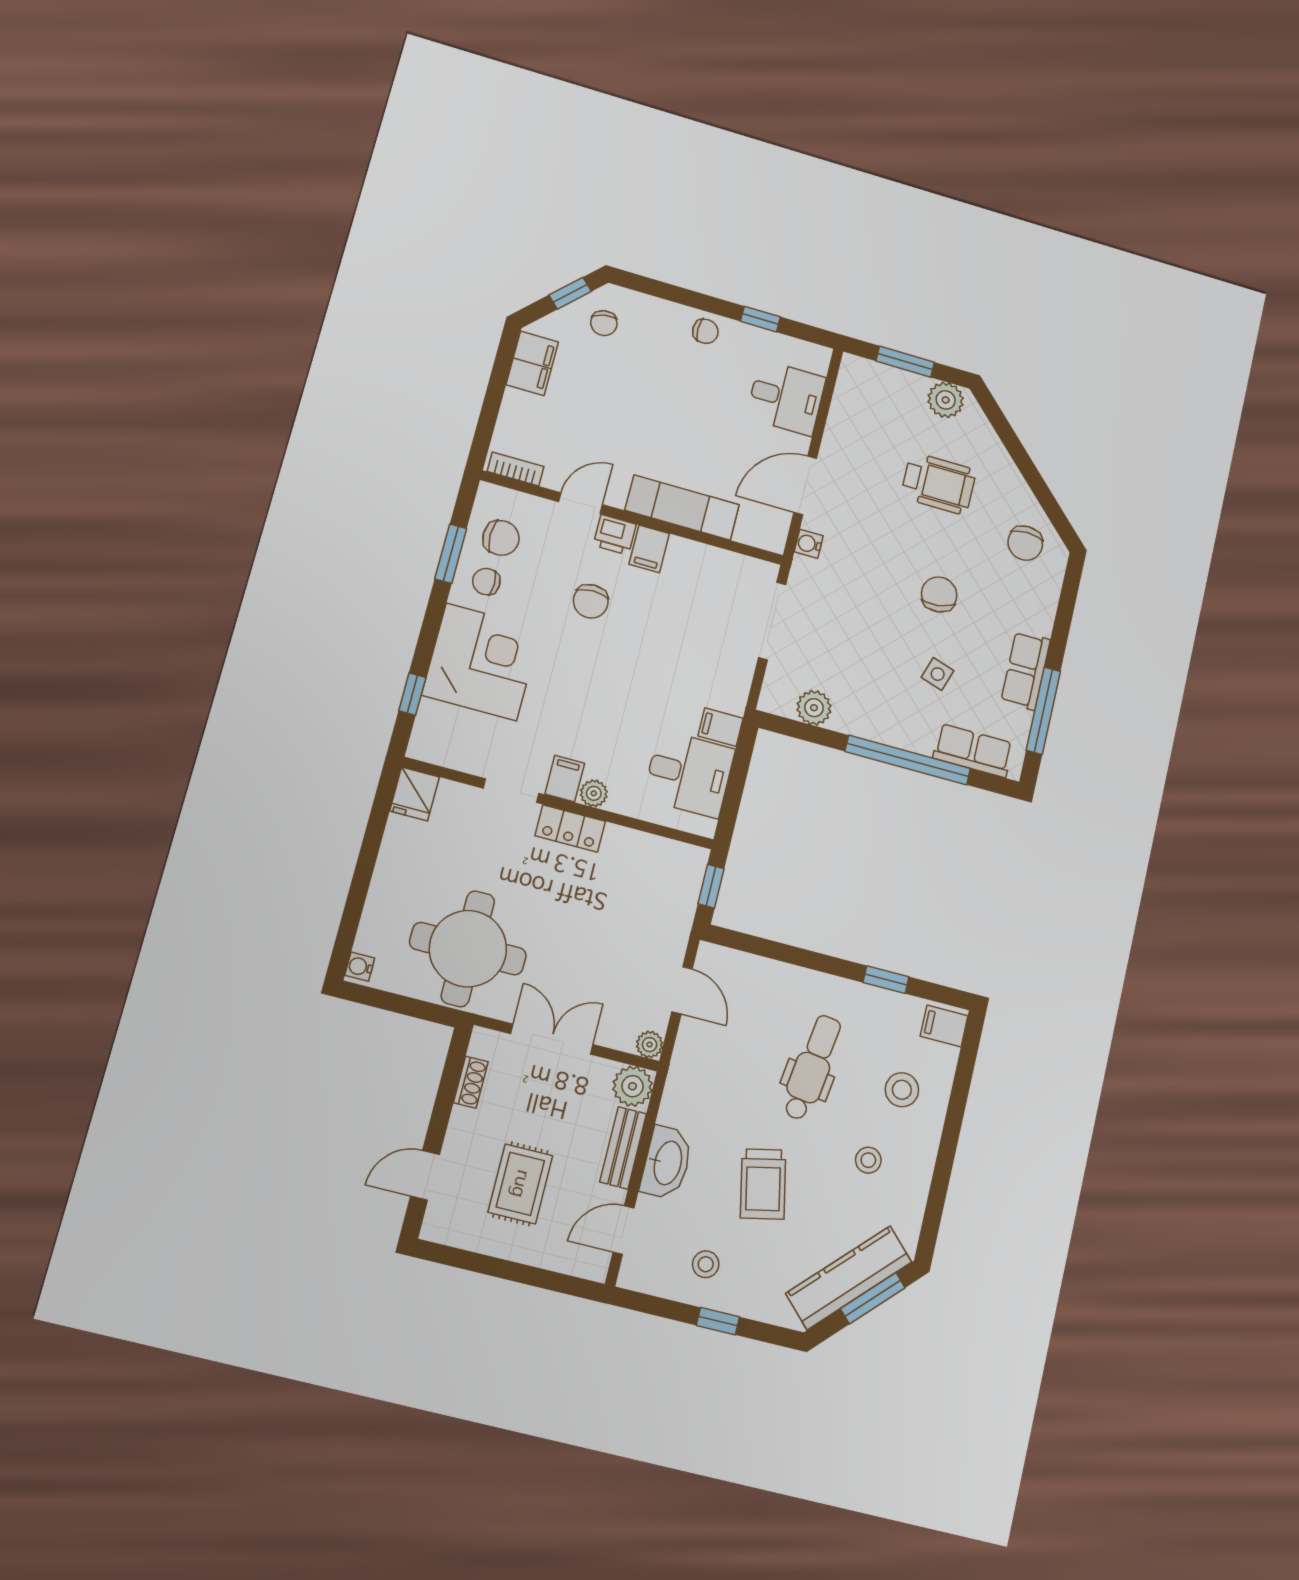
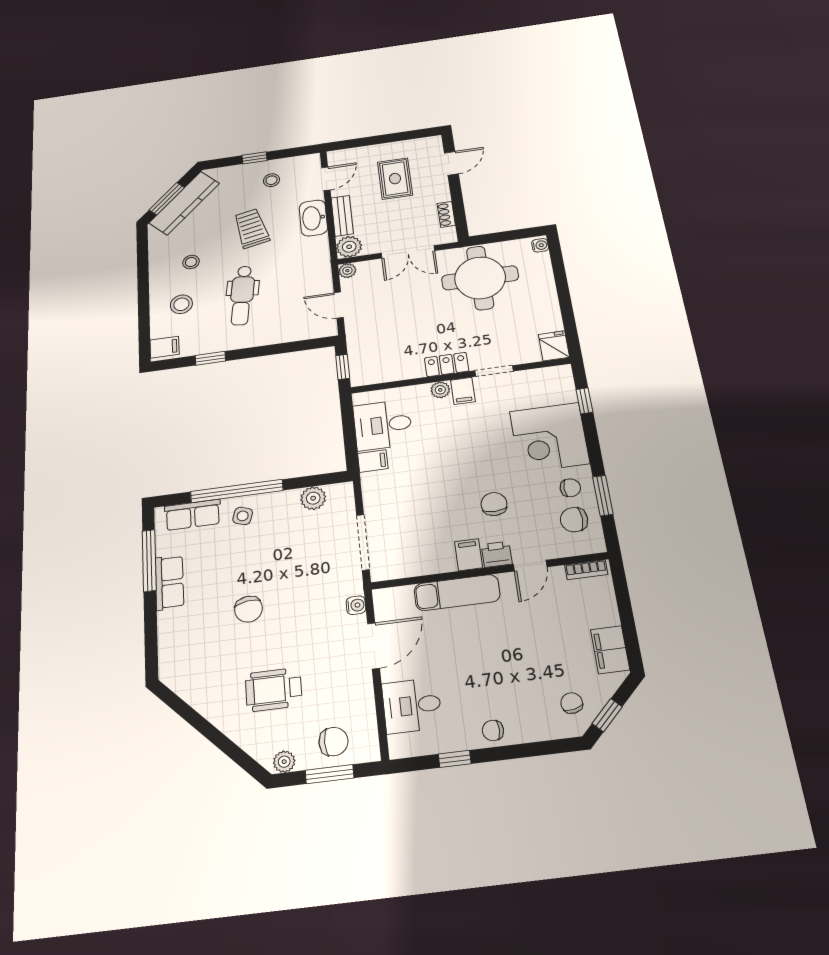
plant: (946, 400) -> (284, 762), width x0.73, depth x0.73
chair: (1025, 543) -> (333, 742), moved, turned 90
side table: (938, 674) -> (243, 516), moved

